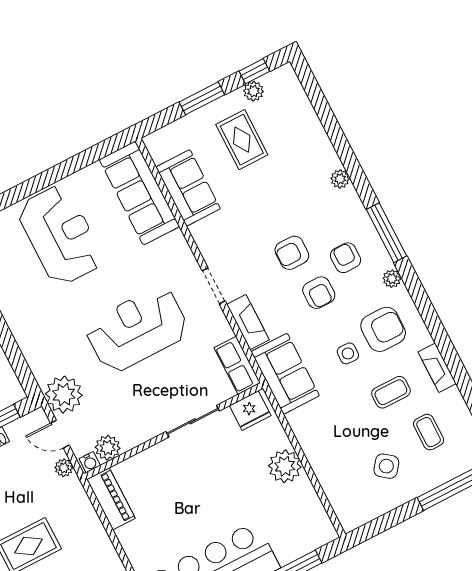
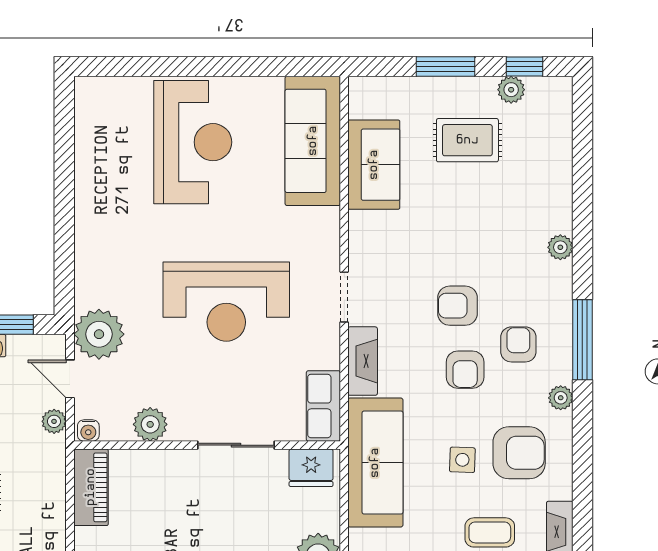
rug: (242, 140) -> (467, 140), turned 90
reception desk: (137, 329) -> (226, 302), turned 180
sofa: (285, 374) -> (375, 463), width x1.36
plant: (108, 448) -> (150, 424), moved

